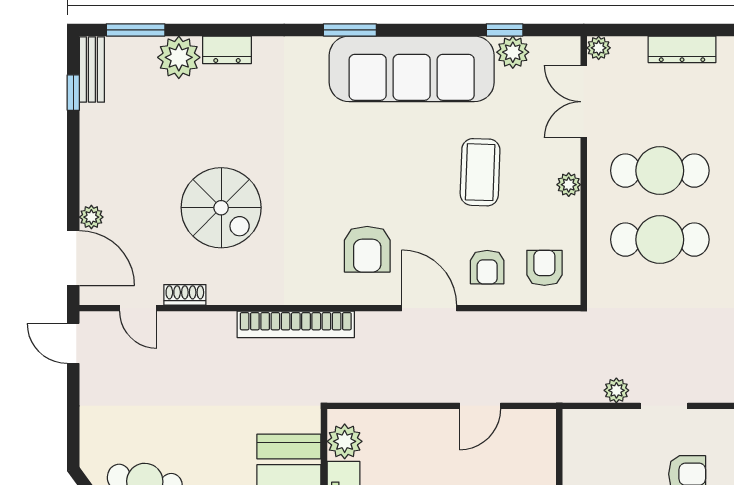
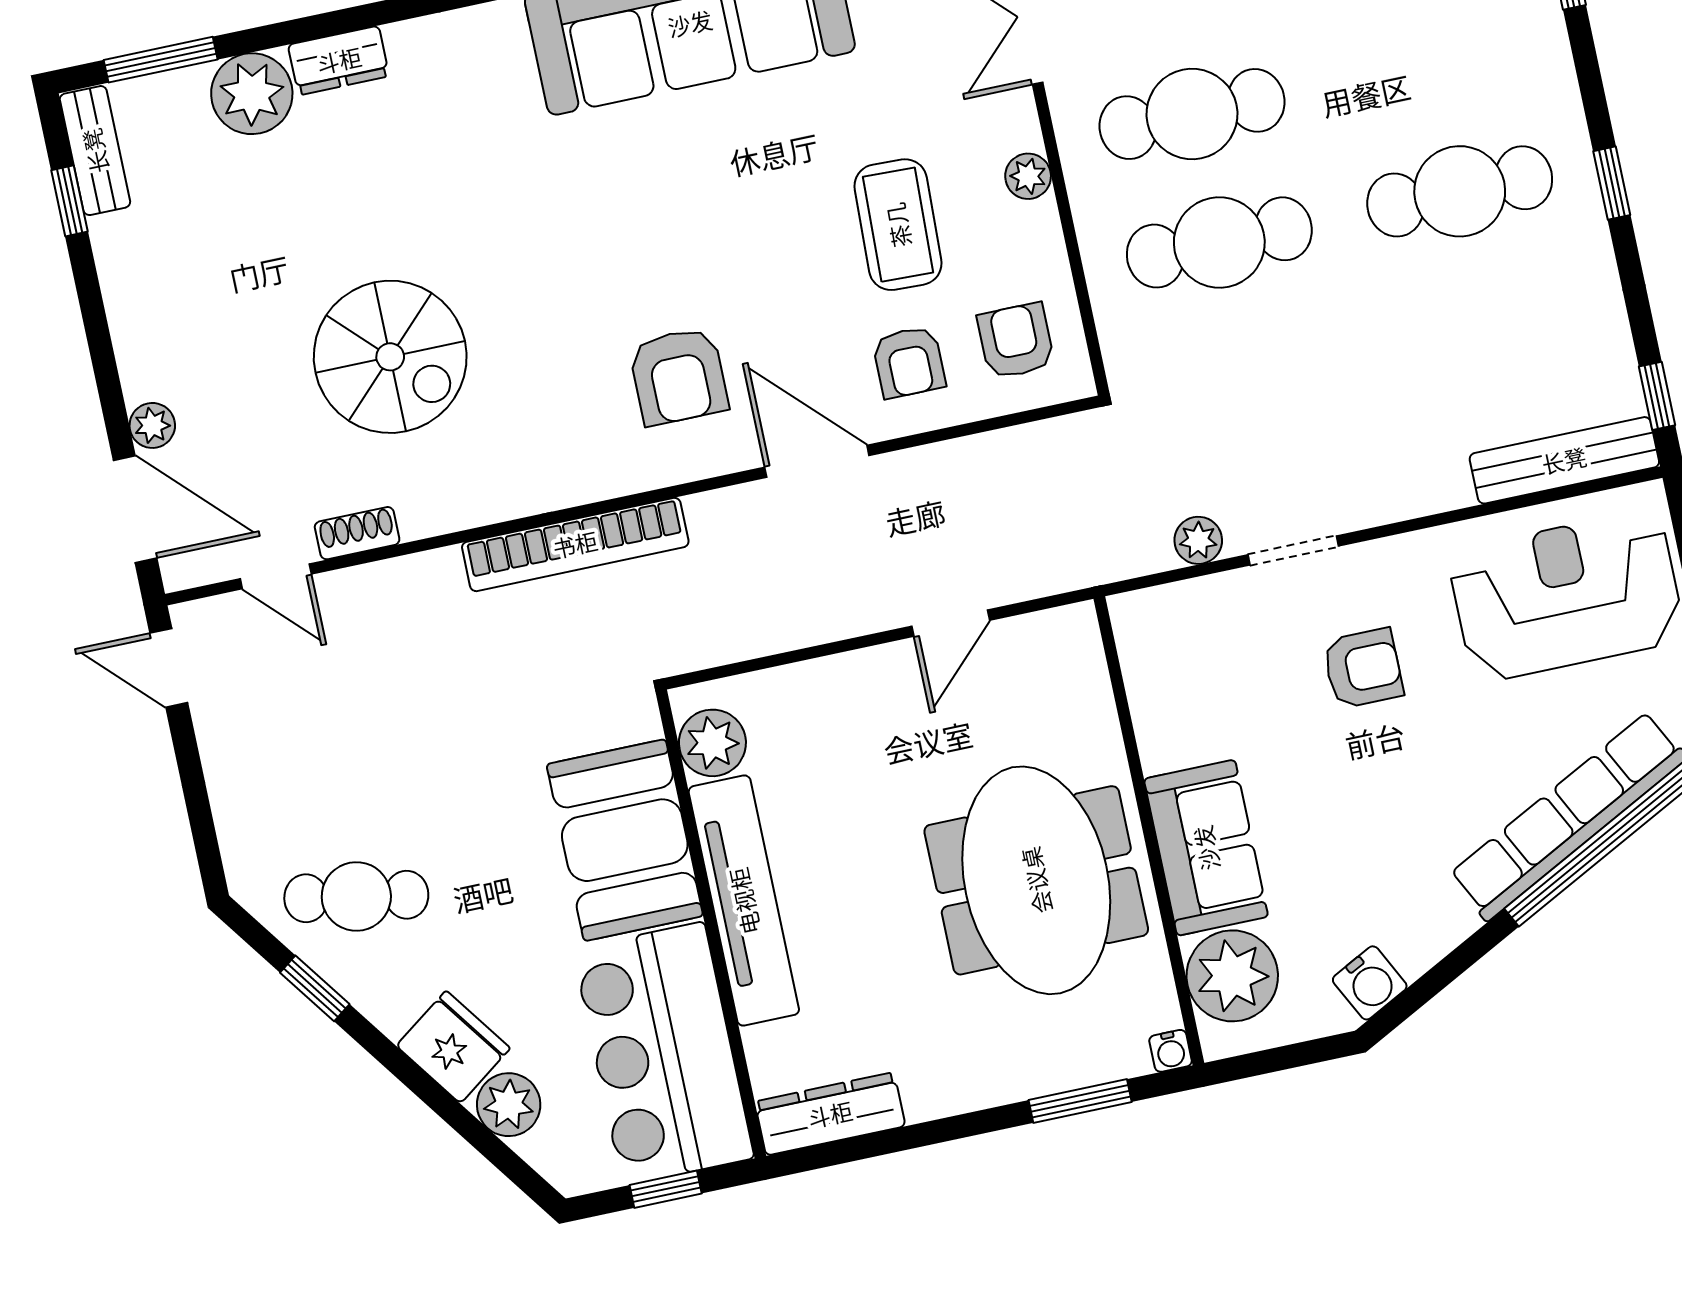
coffee table: (480, 172) -> (898, 225), moved

